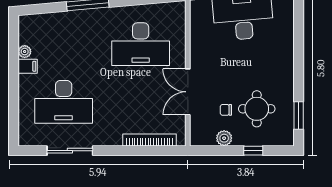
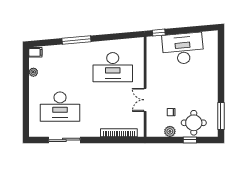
filing cabinet: (28, 66) -> (35, 52), moved
double door: (188, 92) -> (145, 100), width x0.73
round table: (257, 109) -> (194, 123), moved
window: (299, 116) -> (221, 116), width x1.44

